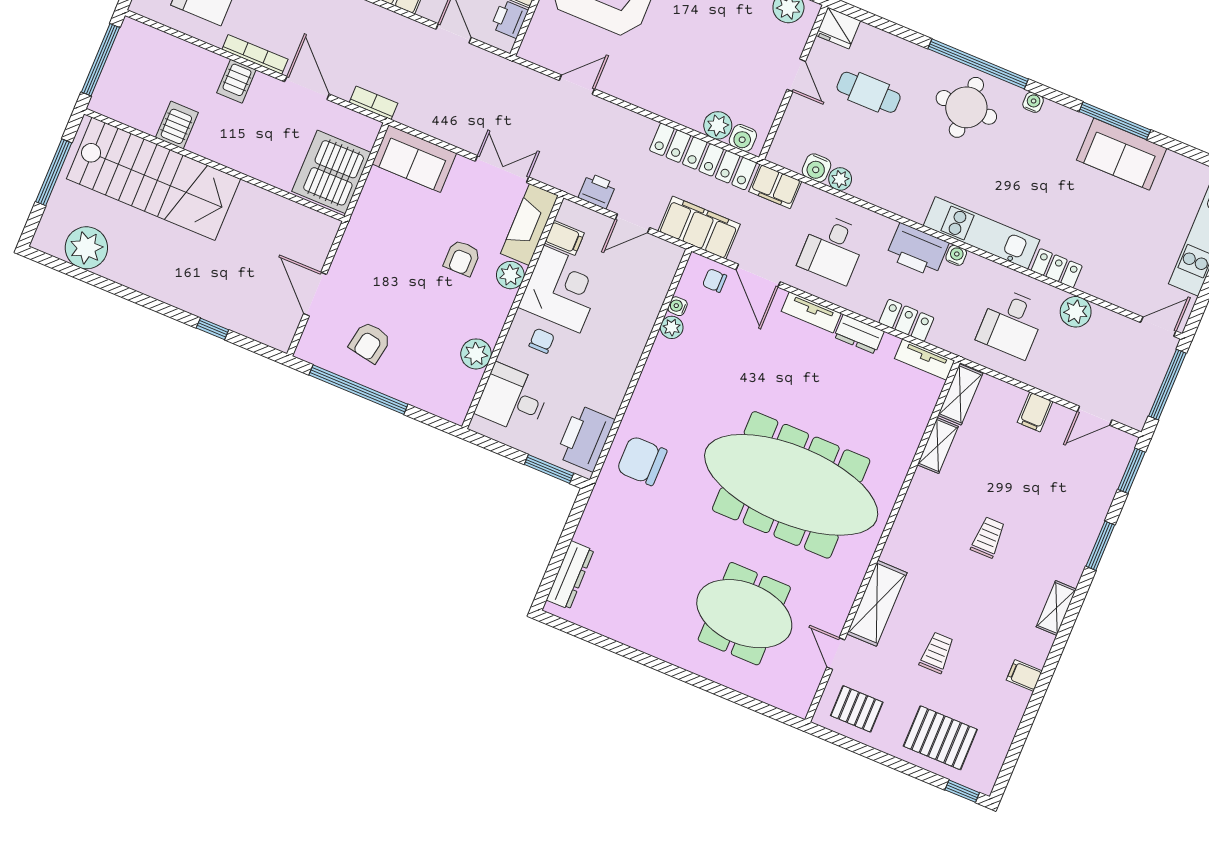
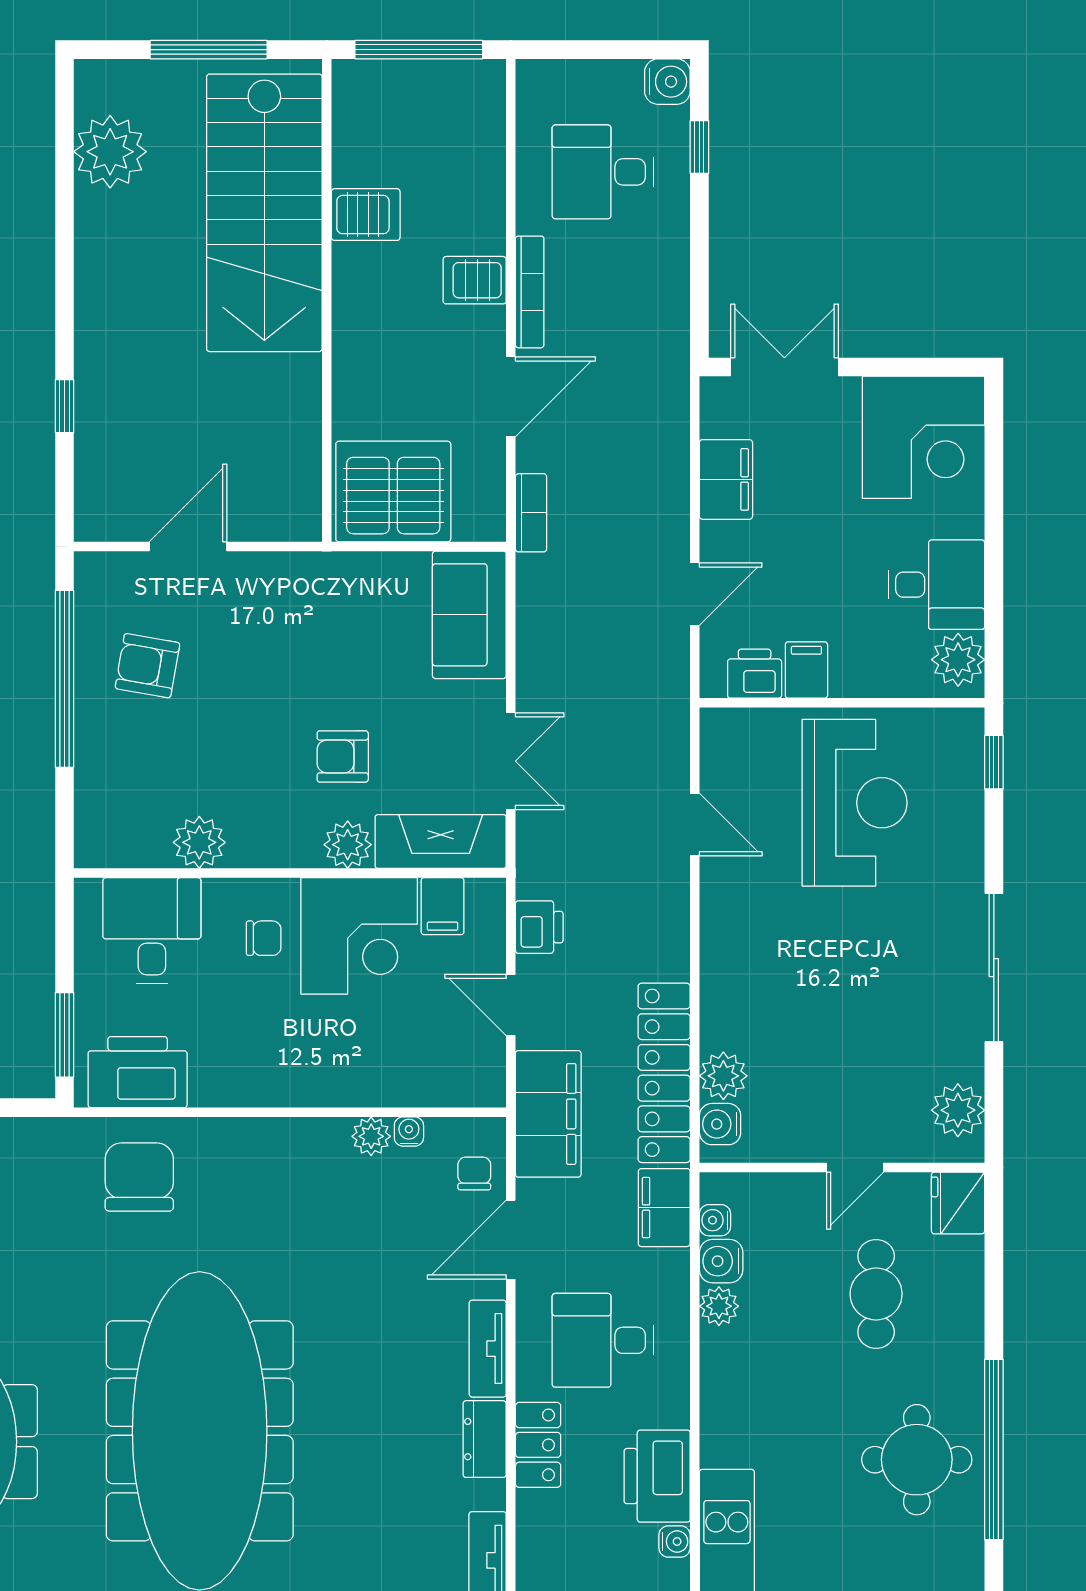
water cooler: (1033, 102) -> (715, 1220), moved, turned 180
locker: (906, 320) -> (538, 1445), moved

